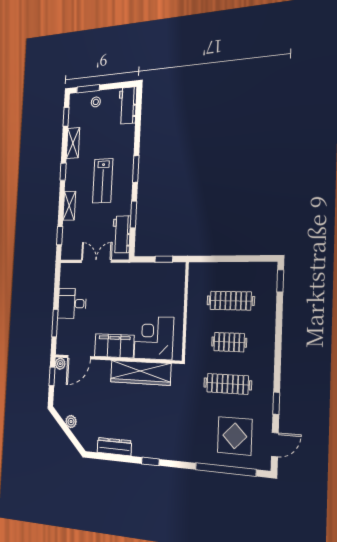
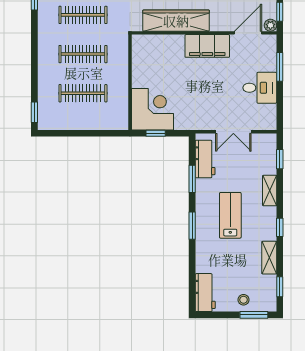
corner desk: (154, 338) -> (152, 109), moved, turned -90
clothes rail: (229, 342) -> (83, 54), width x1.36

